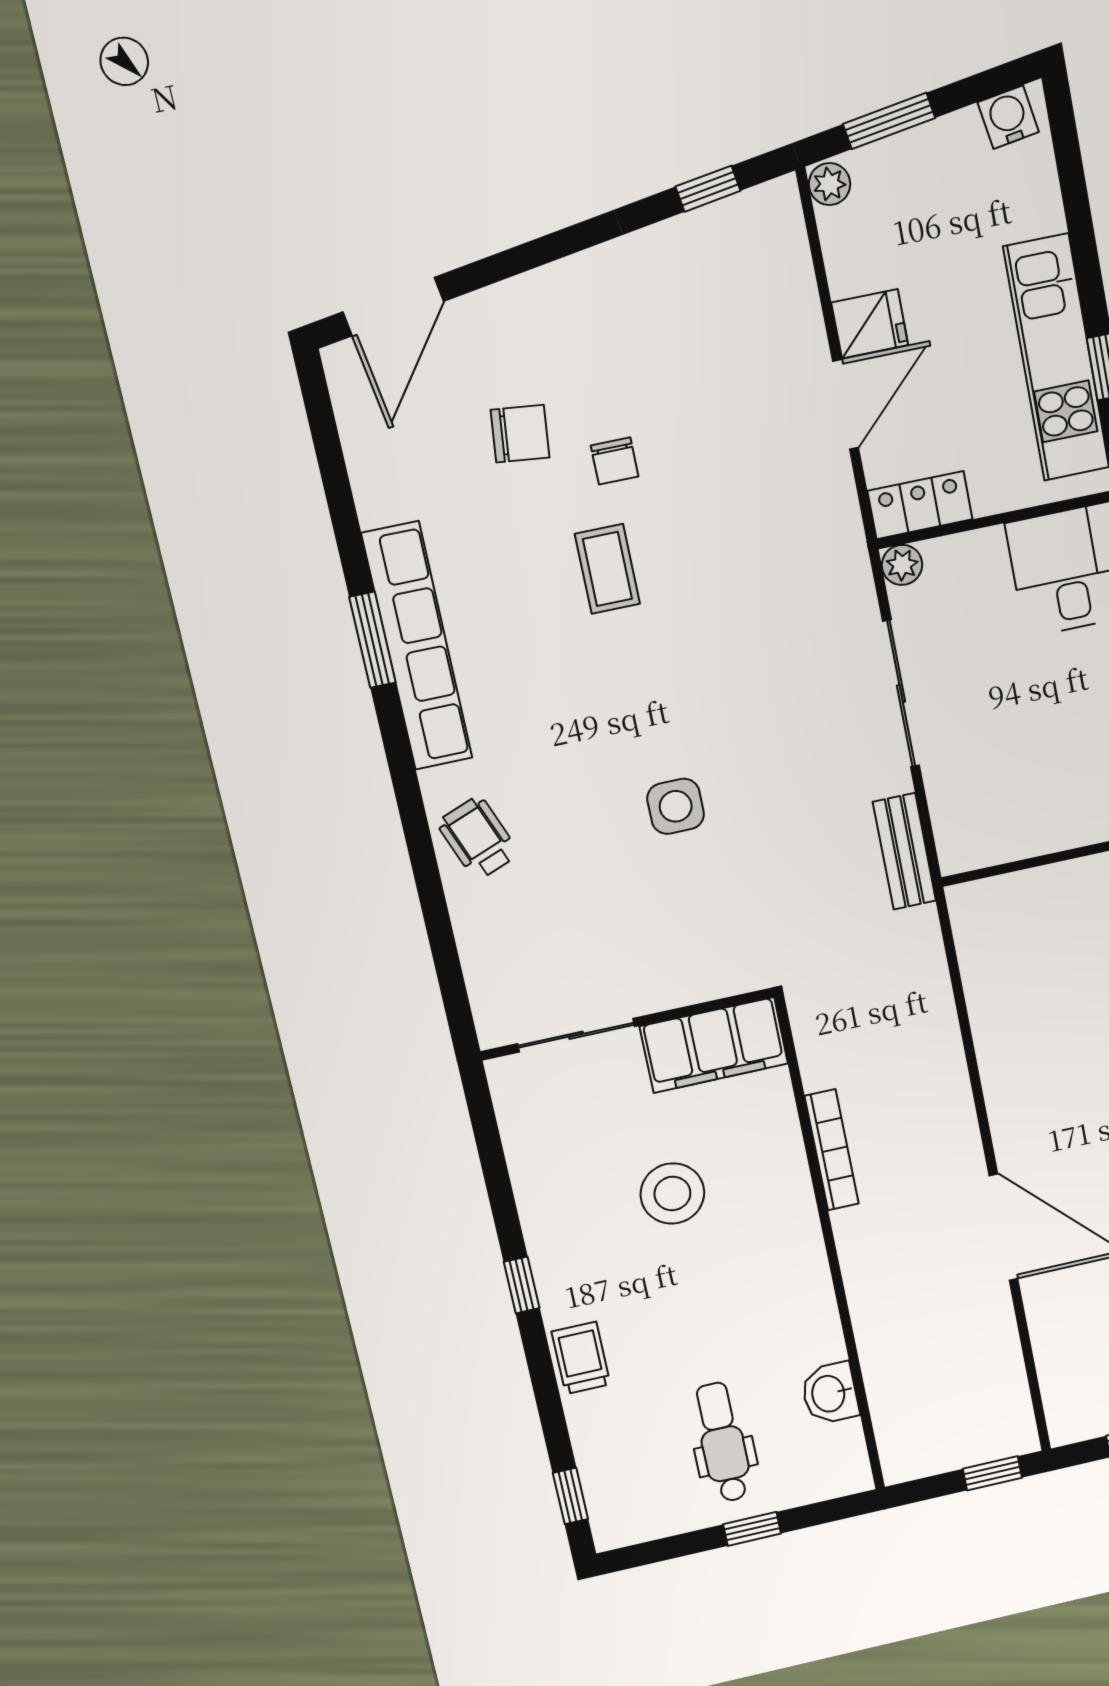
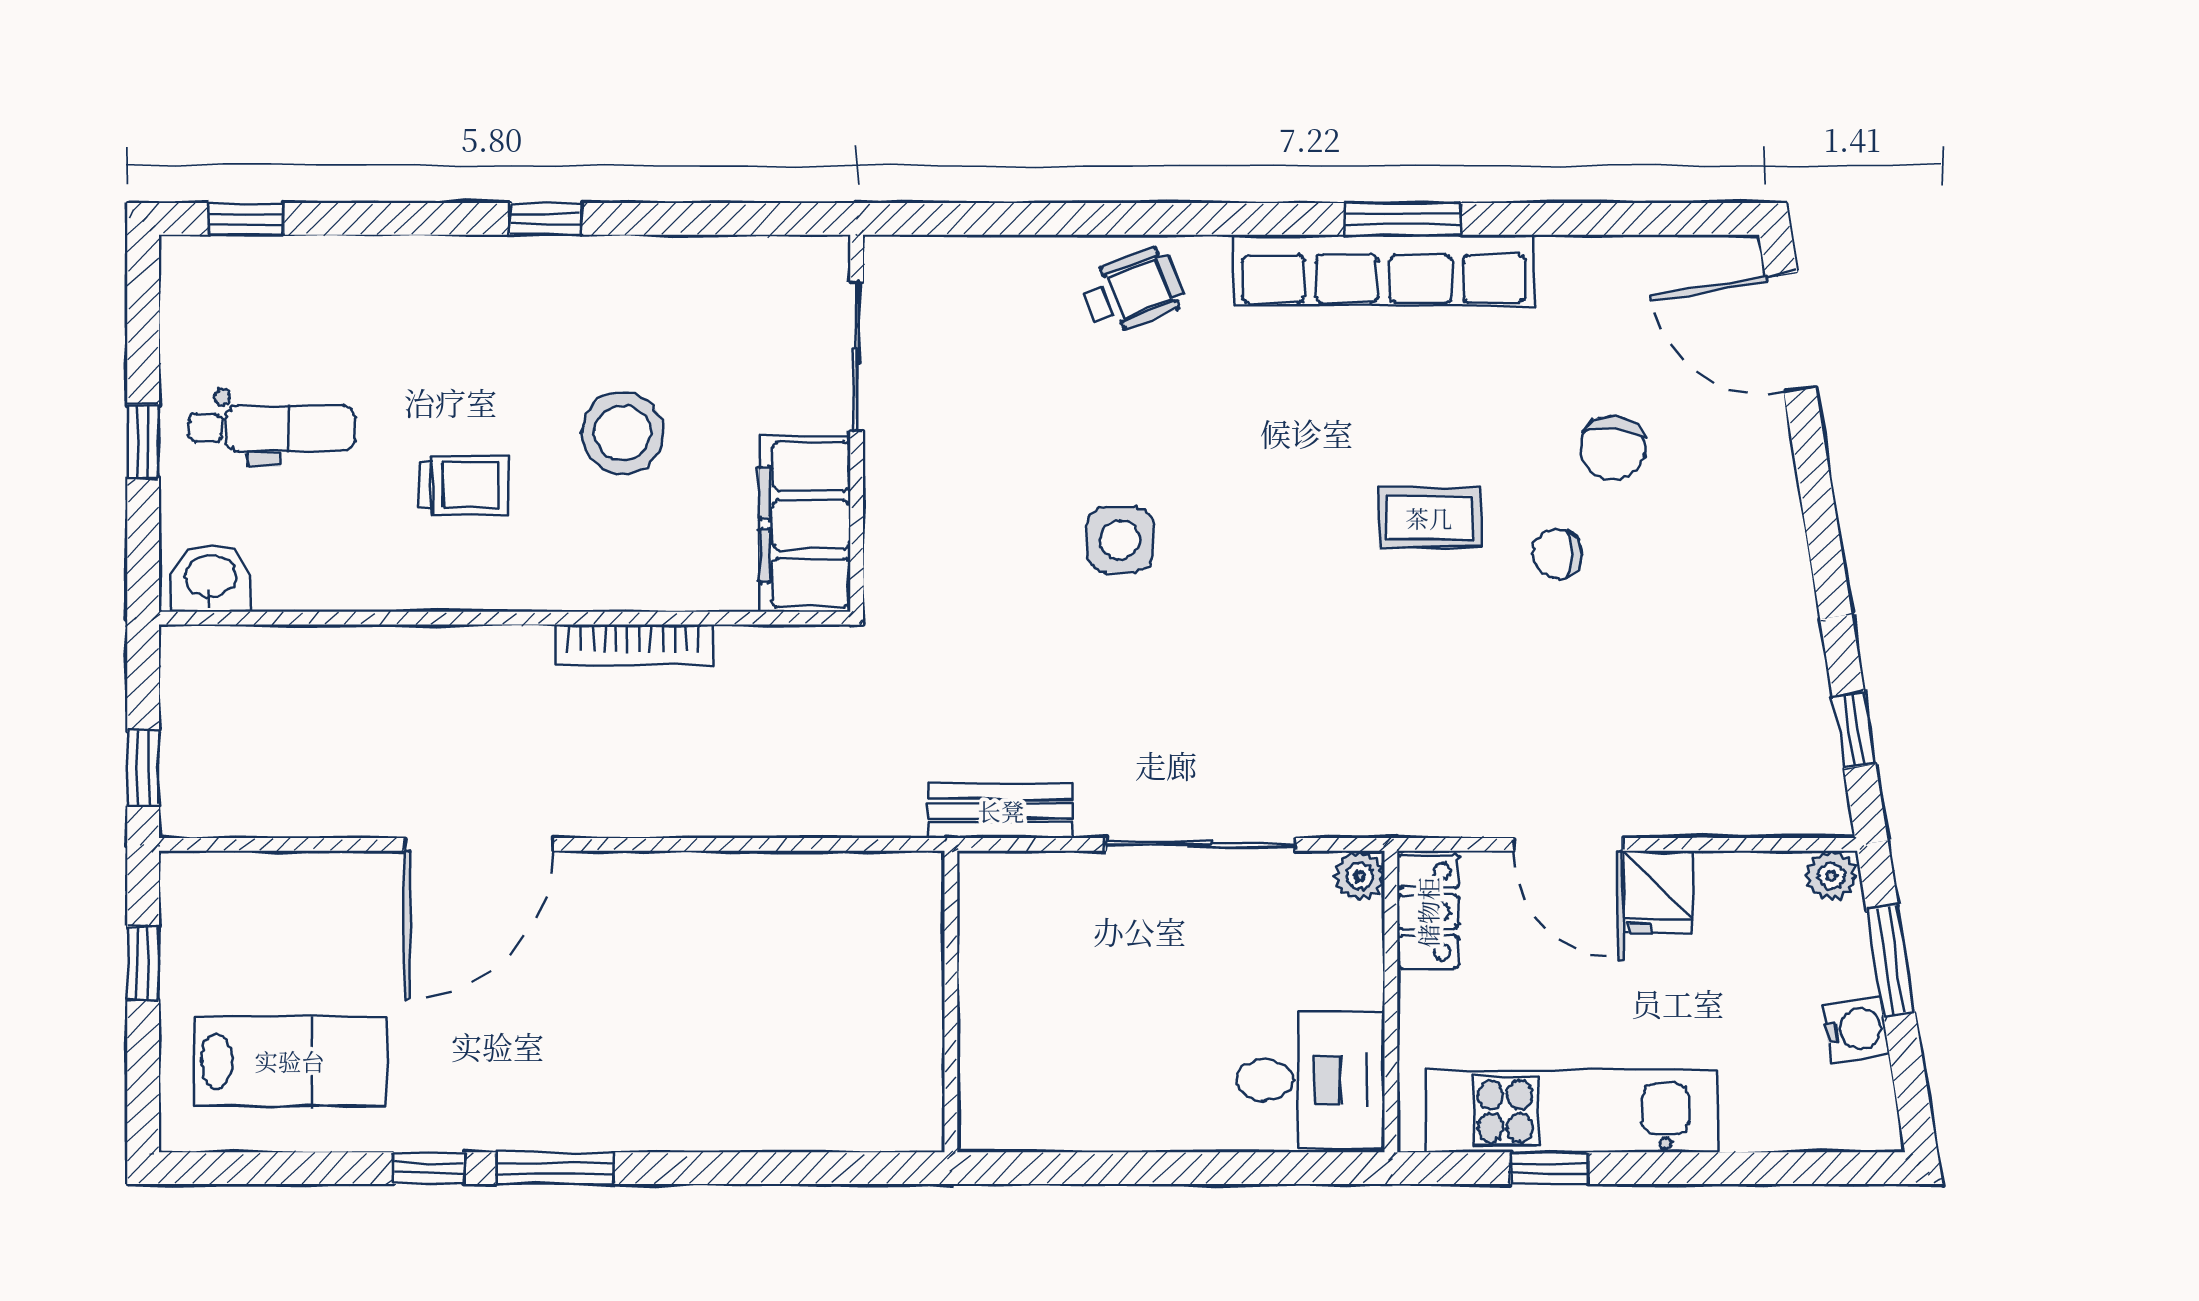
water cooler: (1008, 117) -> (1856, 1029), moved
trolley: (581, 1358) -> (464, 485), moved
washbasin: (830, 1393) -> (210, 578), moved

